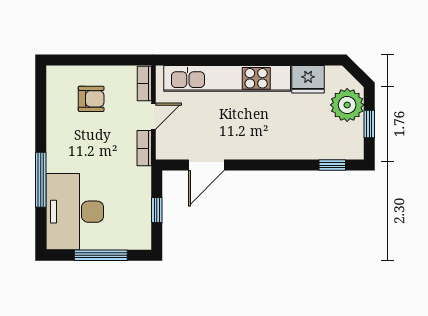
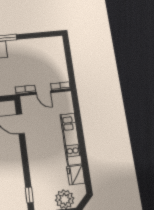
kitchen unit: (227, 78) -> (71, 139), width x0.73
armchair: (91, 99) -> (48, 60), removed

